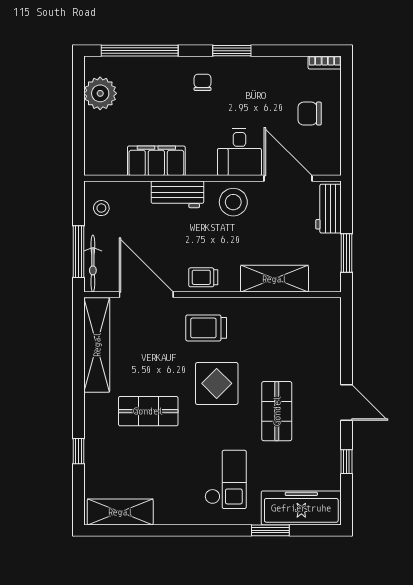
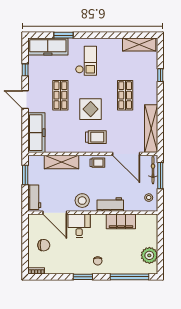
freezer: (324, 337) -> (36, 133), added
shop shelf: (148, 411) -> (125, 95), turned 90
checkout: (226, 479) -> (86, 61), turned 180

